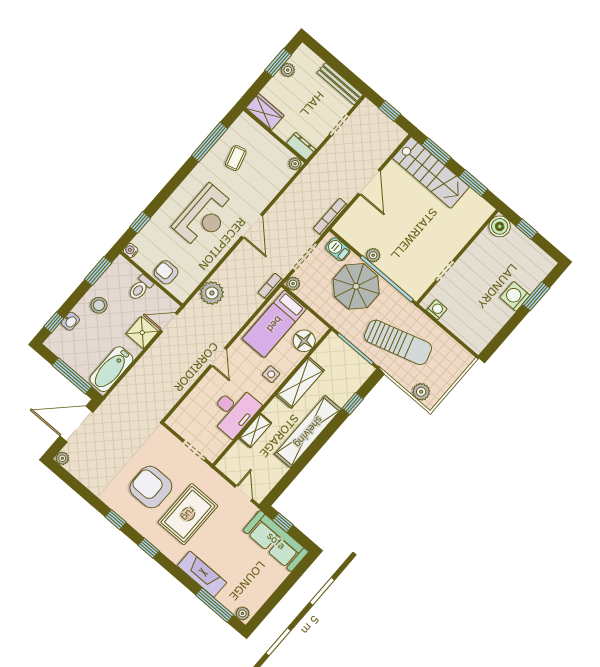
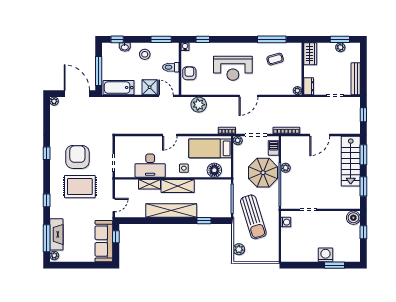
shelving: (300, 383) -> (178, 186), moved
window: (149, 548) -> (47, 200), moved
fireplace: (202, 574) -> (56, 234), moved

